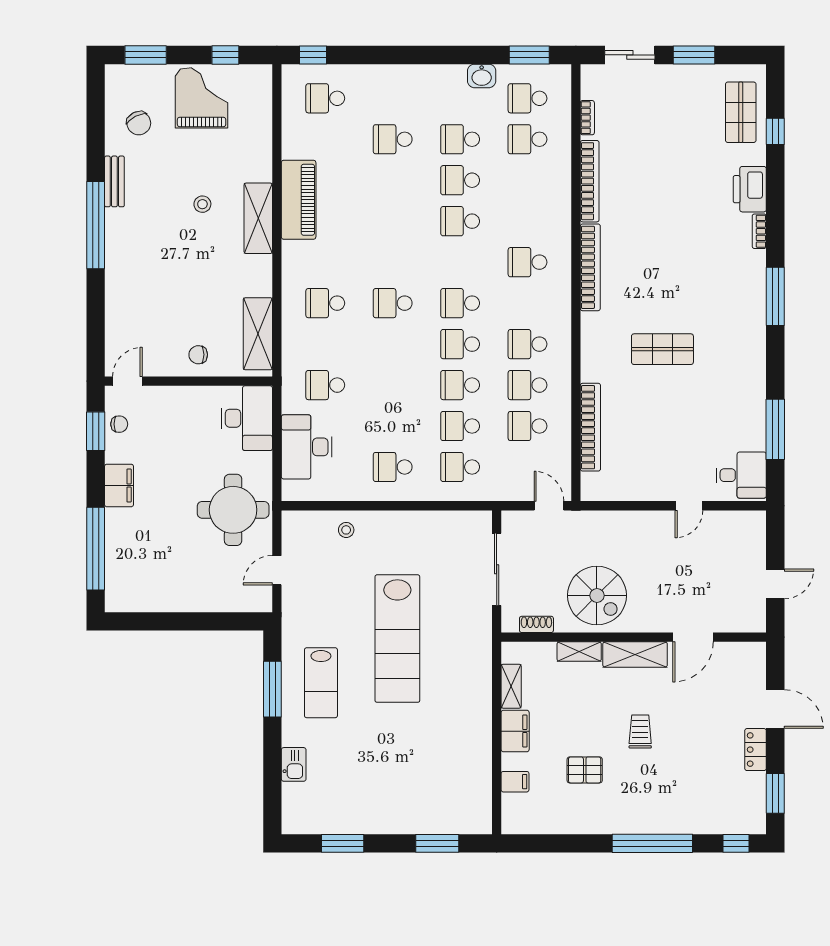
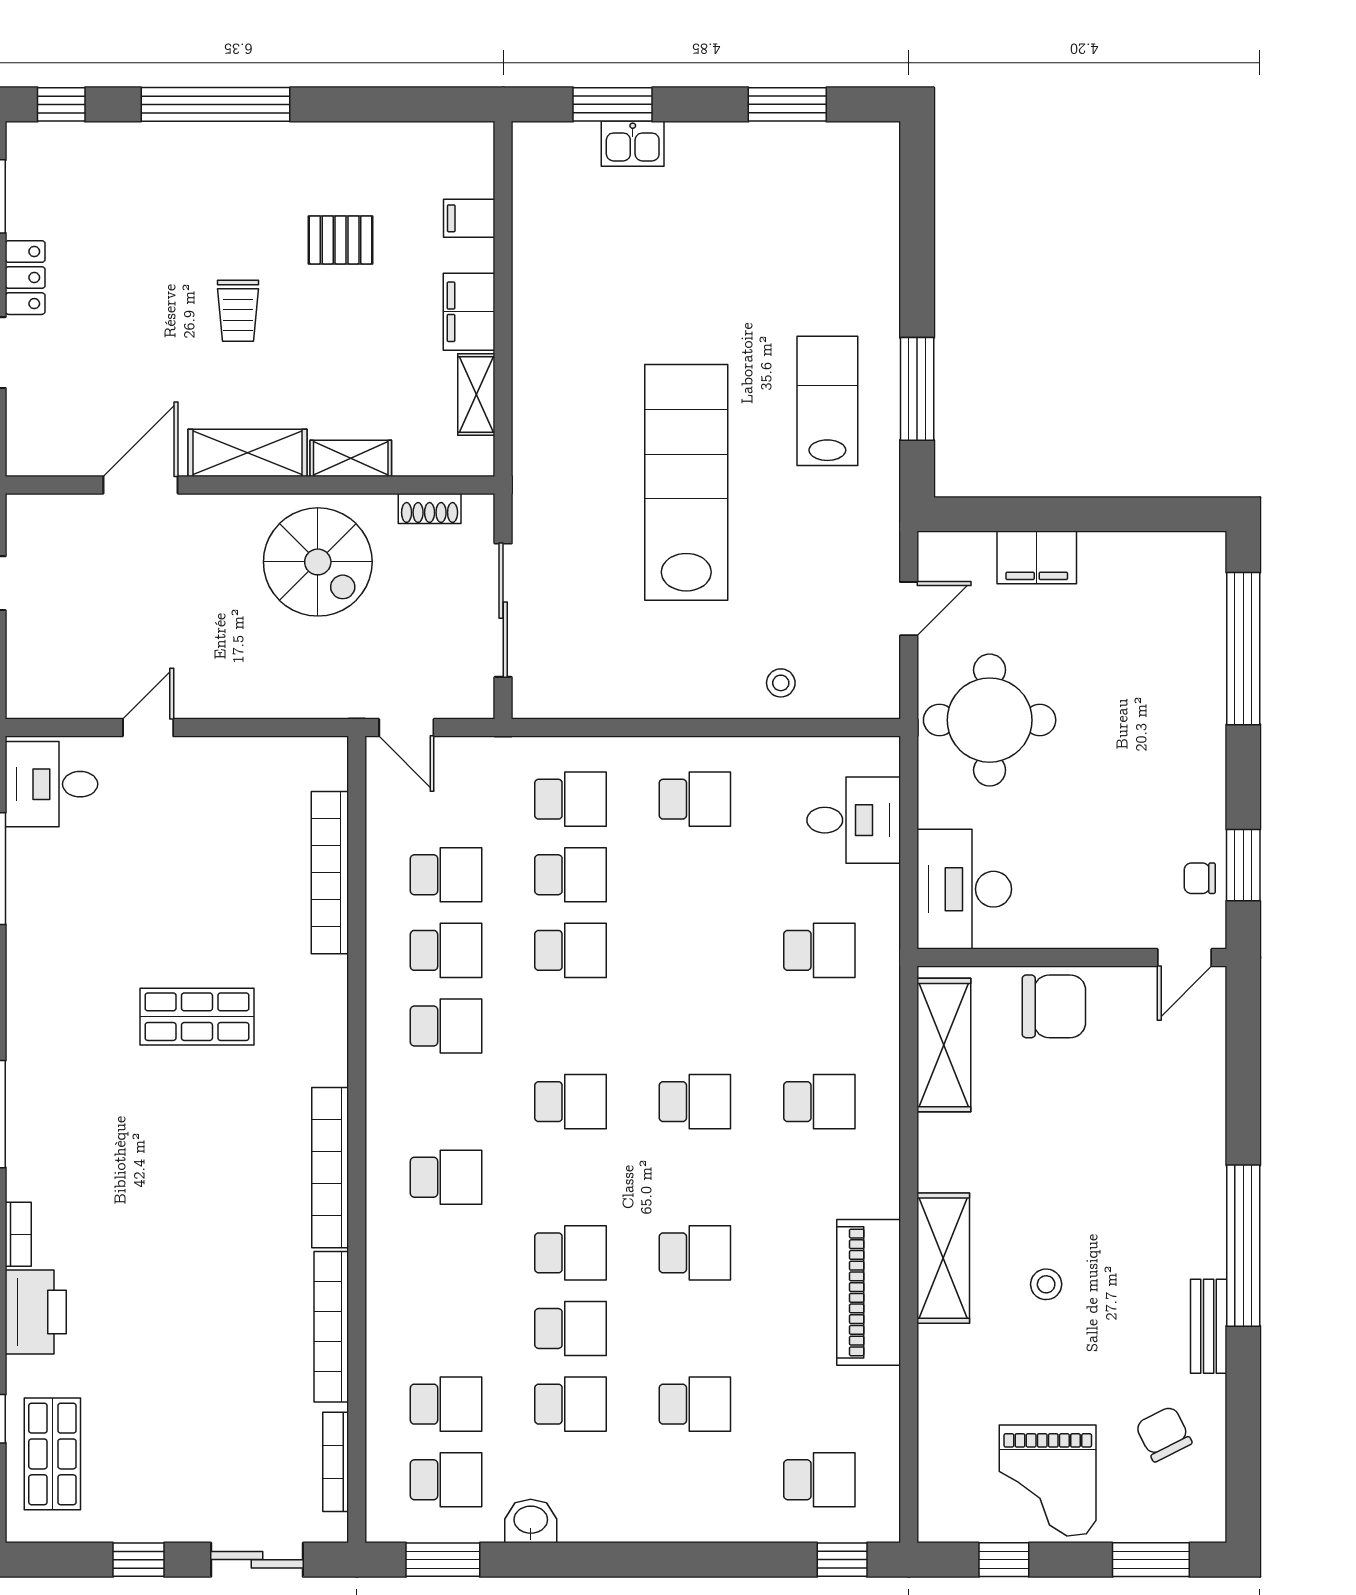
window: (694, 55) -> (139, 1560), width x0.67
bookcase: (587, 118) -> (336, 1462), width x1.56
school desk: (460, 344) -> (695, 1253), moved
chair: (198, 355) -> (1054, 1006), width x1.87, depth x1.87
desk: (307, 447) -> (854, 820), width x0.73
filing cabinet: (119, 485) -> (1037, 557), moved, turned -90
spiral stairs: (597, 595) -> (318, 562), turned 180
kitchen sink: (294, 764) -> (633, 144), moved, turned -90

